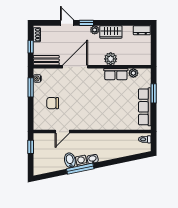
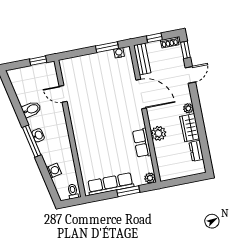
window: (86, 23) -> (185, 50), moved
dresser: (142, 30) -> (196, 151), moved
plant: (133, 73) -> (150, 178), moved
chair: (53, 103) -> (94, 76), removed
washing machine: (81, 161) -> (54, 171), moved
window: (80, 169) -> (32, 141), moved

